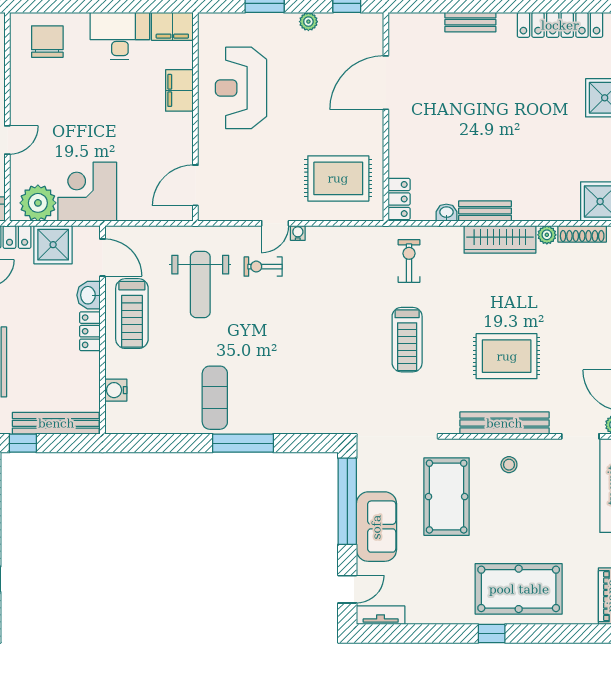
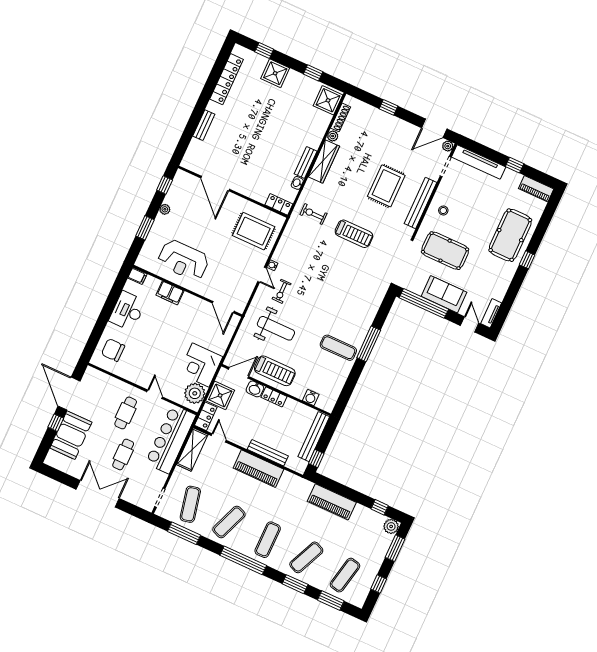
filing cabinet: (172, 26) -> (137, 276), width x0.50
rug: (338, 178) -> (254, 231), turned 90

